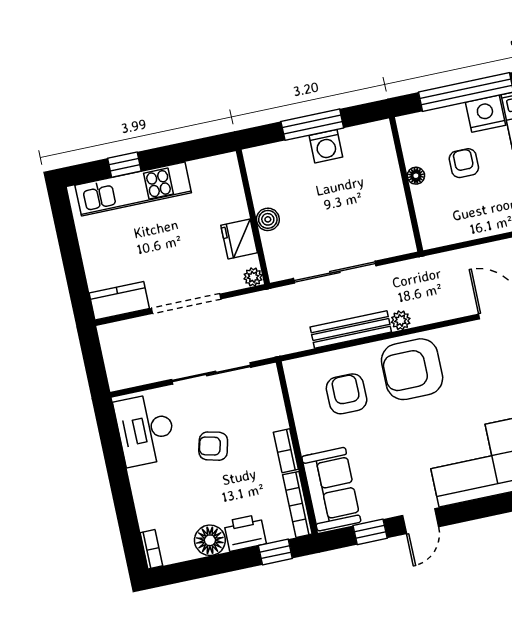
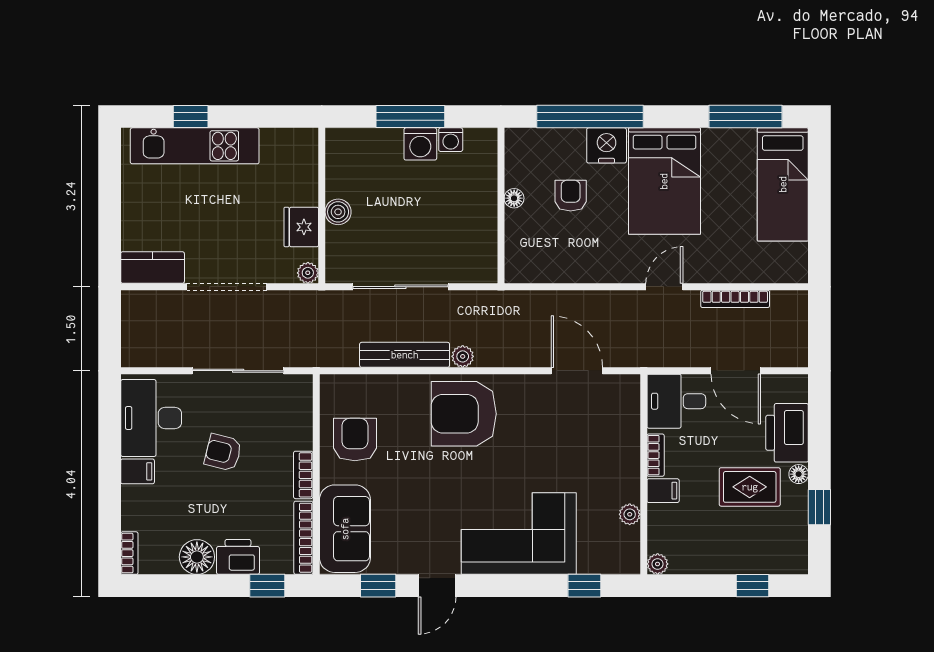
washing machine: (351, 137) -> (451, 140), added
armchair: (347, 394) -> (355, 440), moved
filing cabinet: (143, 478) -> (138, 471), added

